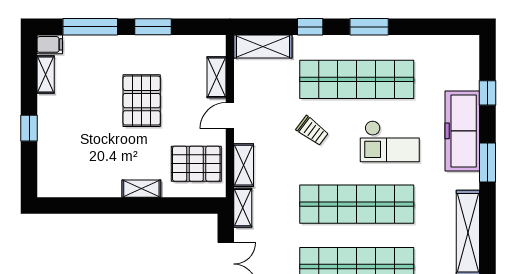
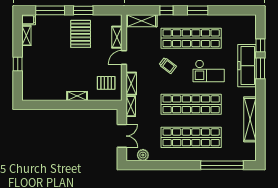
pallet: (142, 101) -> (81, 34), moved
window: (488, 163) -> (260, 68), moved
pallet: (196, 164) -> (106, 83), width x0.67, depth x0.71

